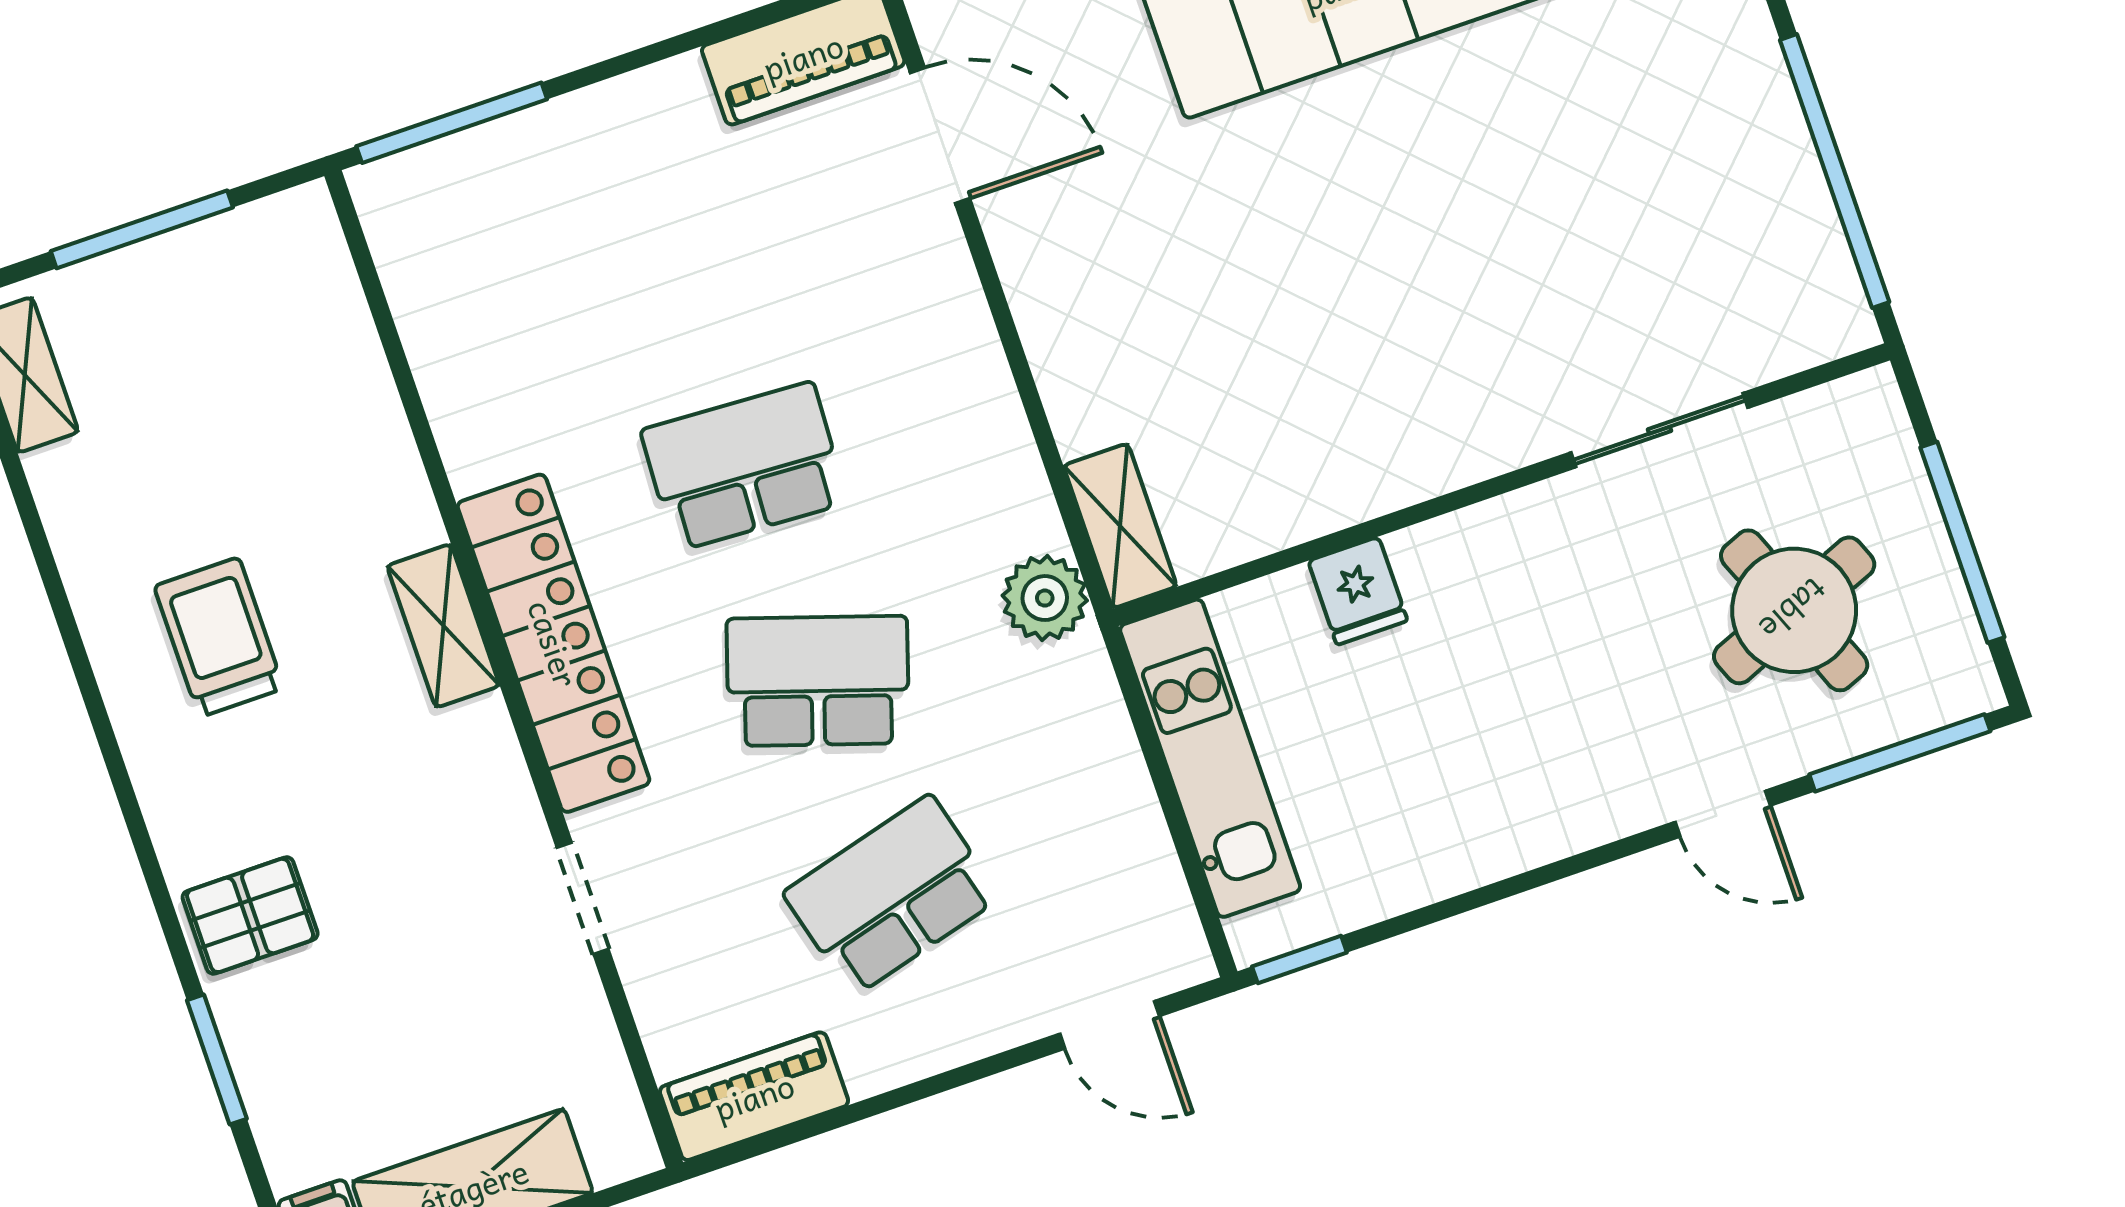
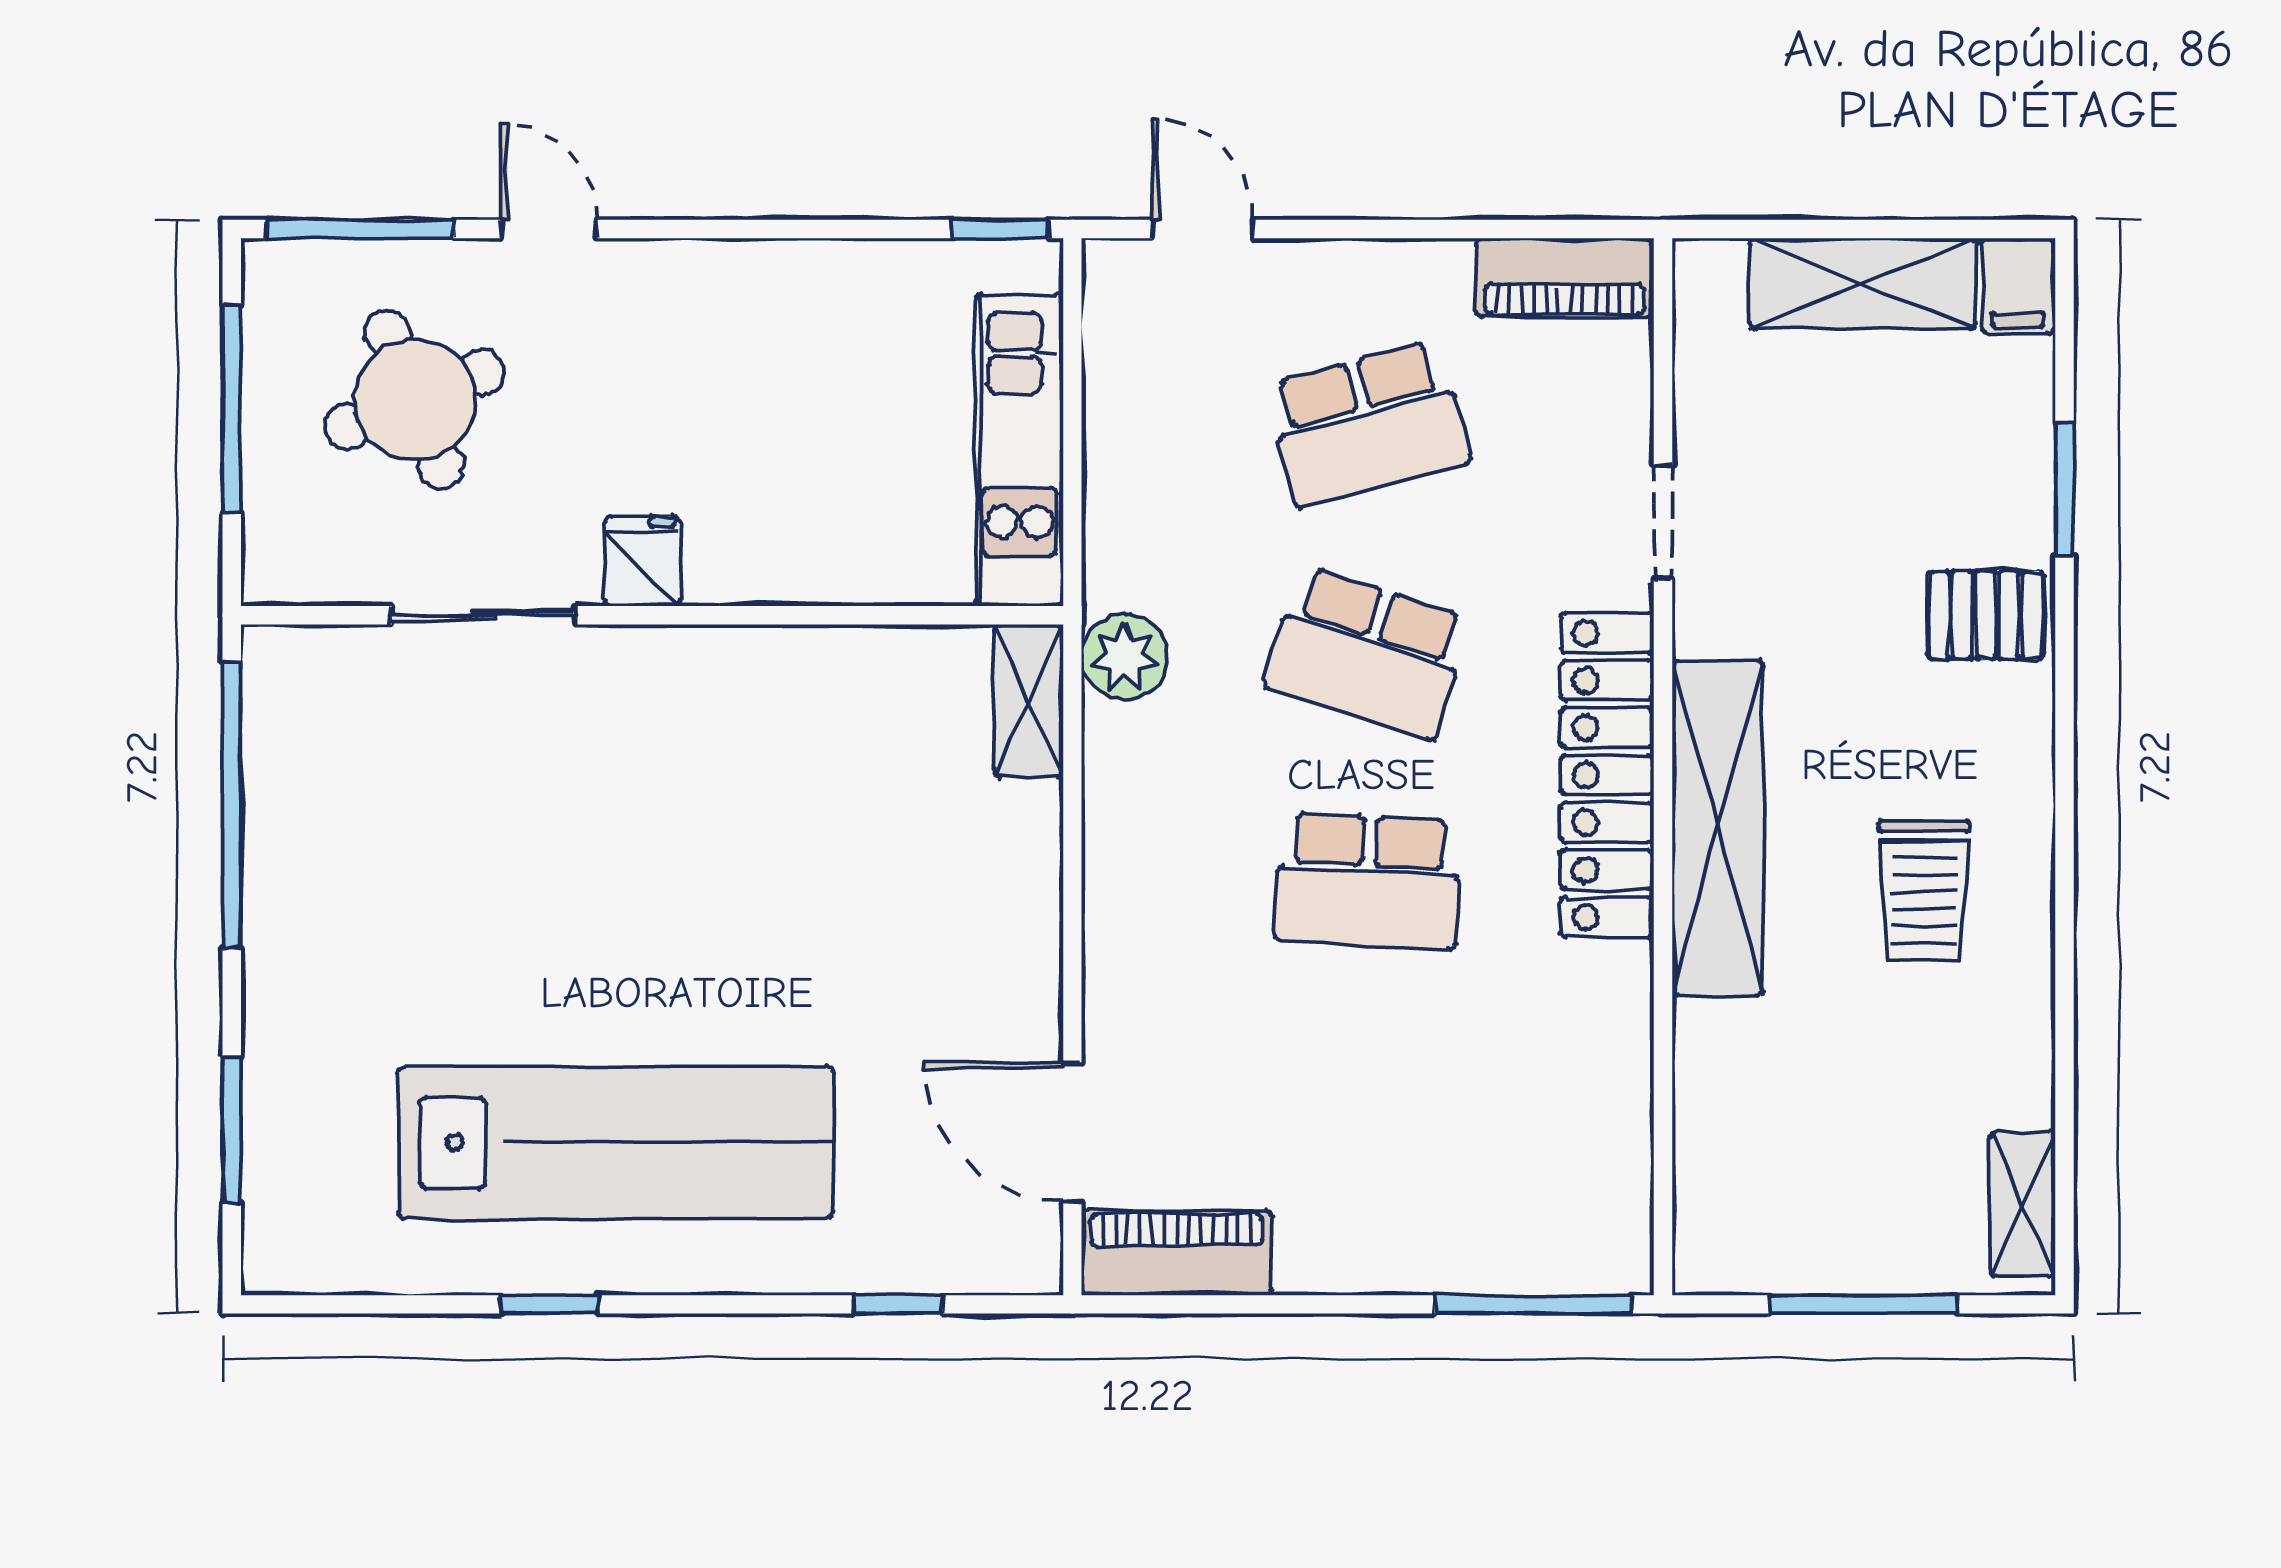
fridge: (1358, 591) -> (643, 561), moved
shelving: (443, 626) -> (1718, 828), width x2.20, depth x1.33

